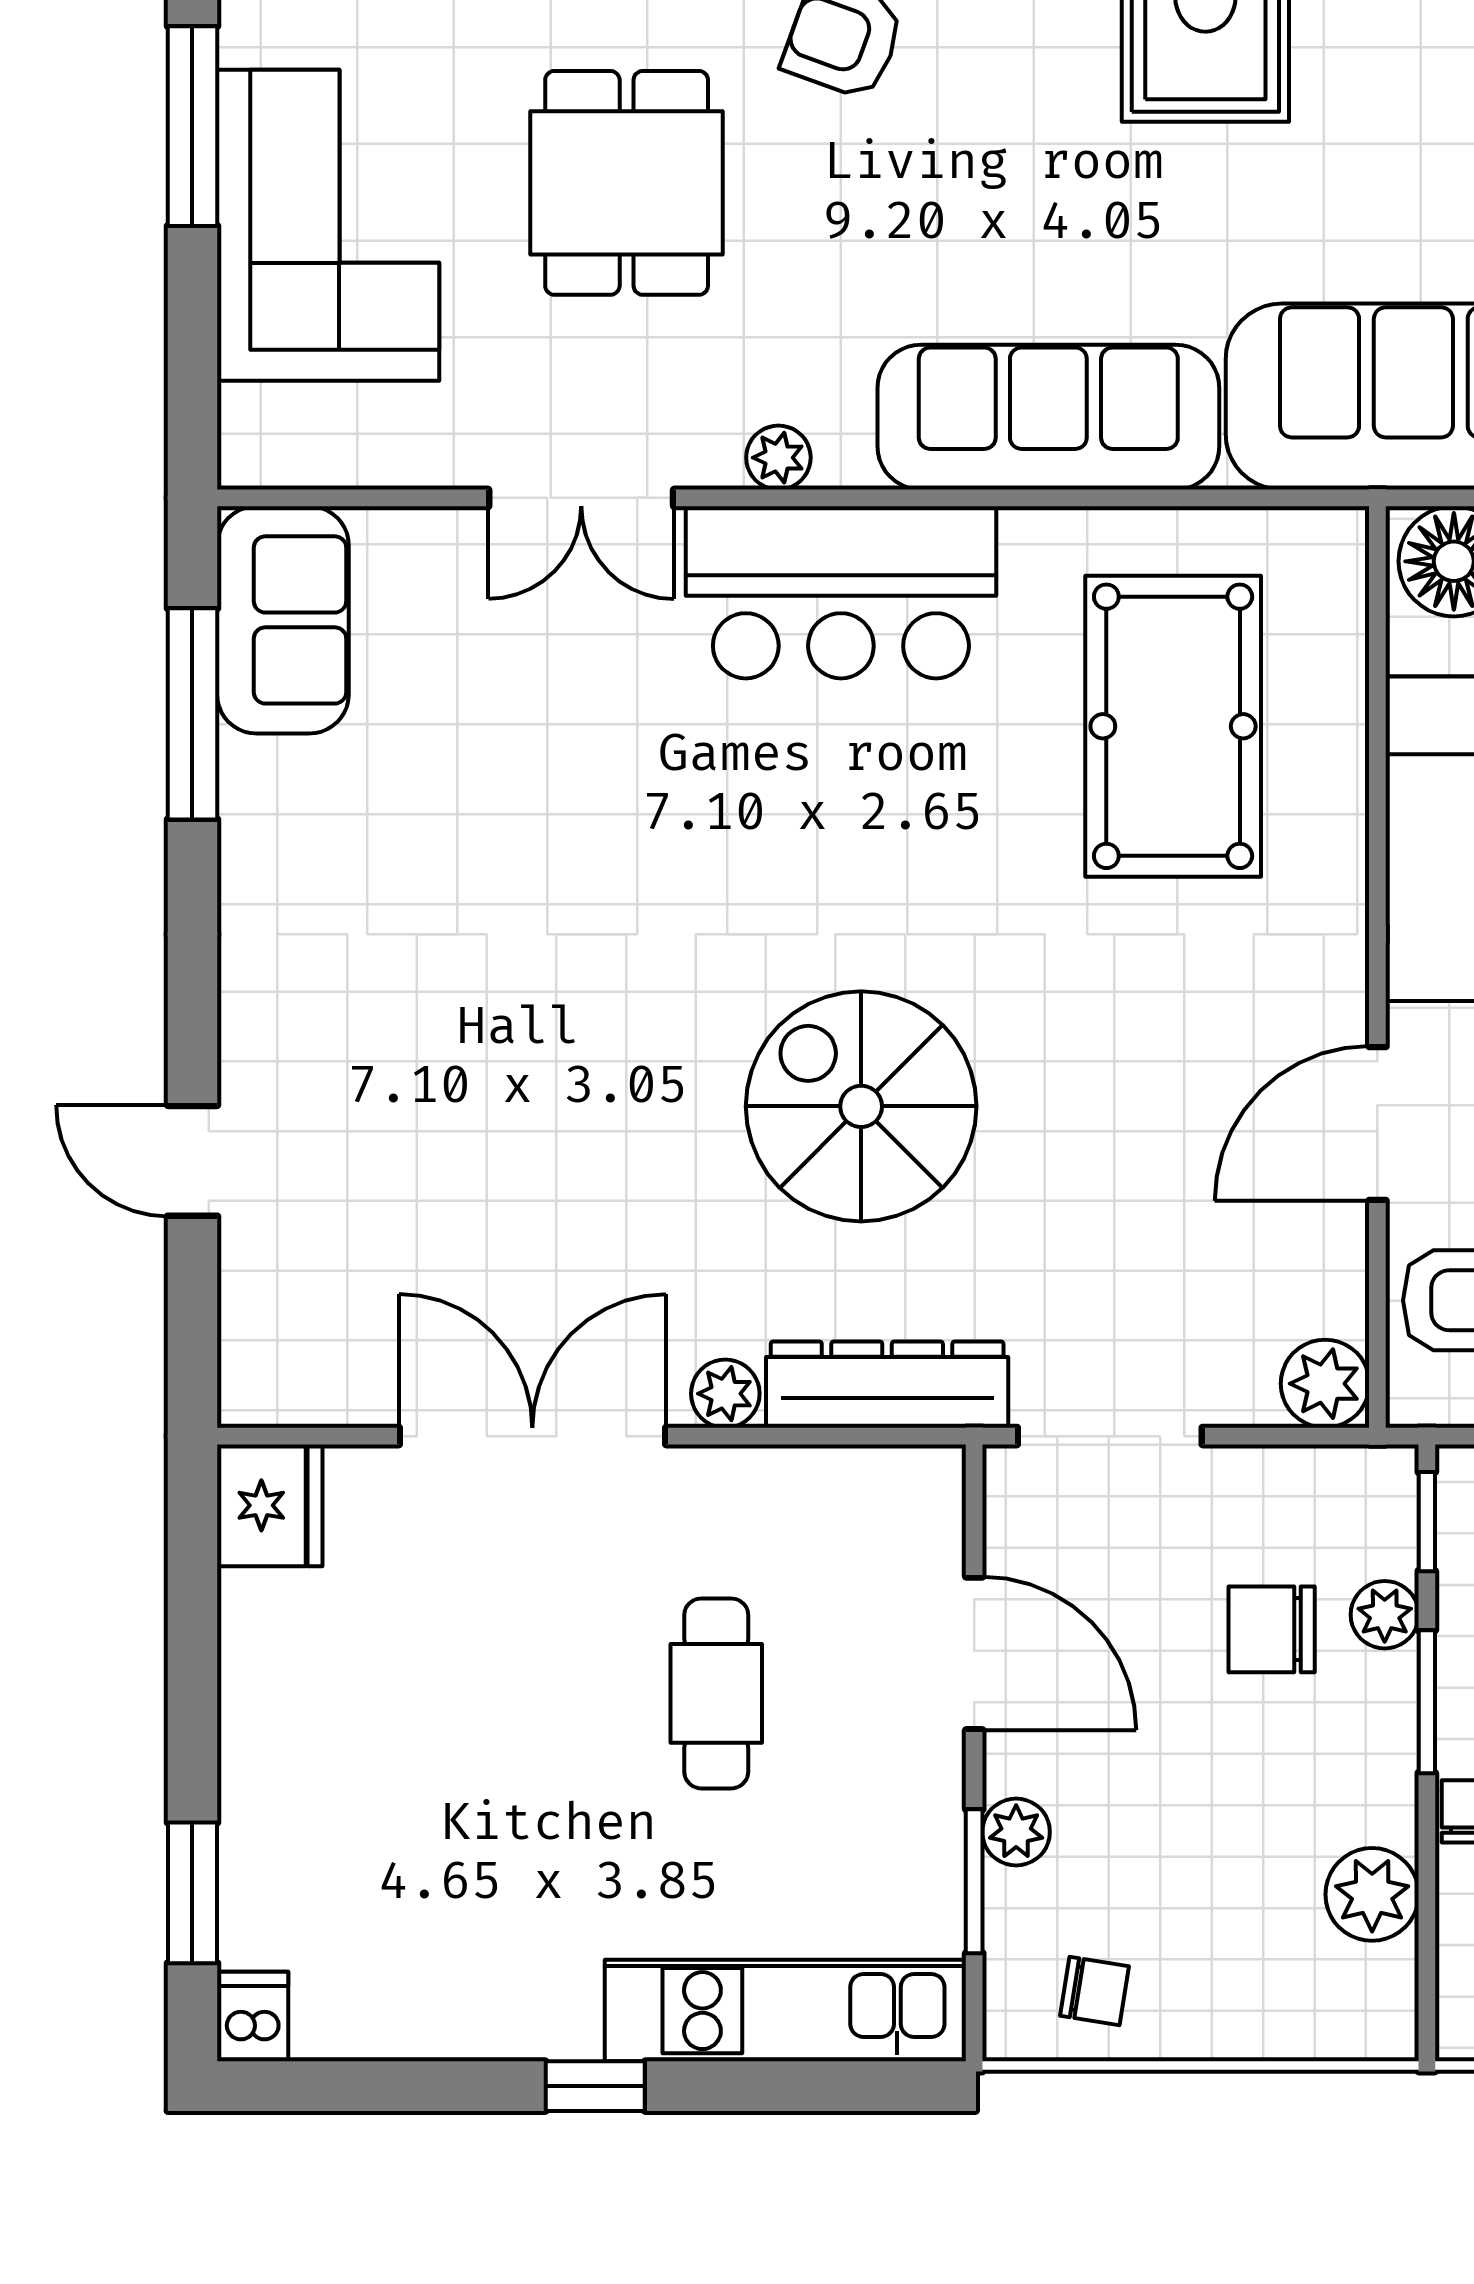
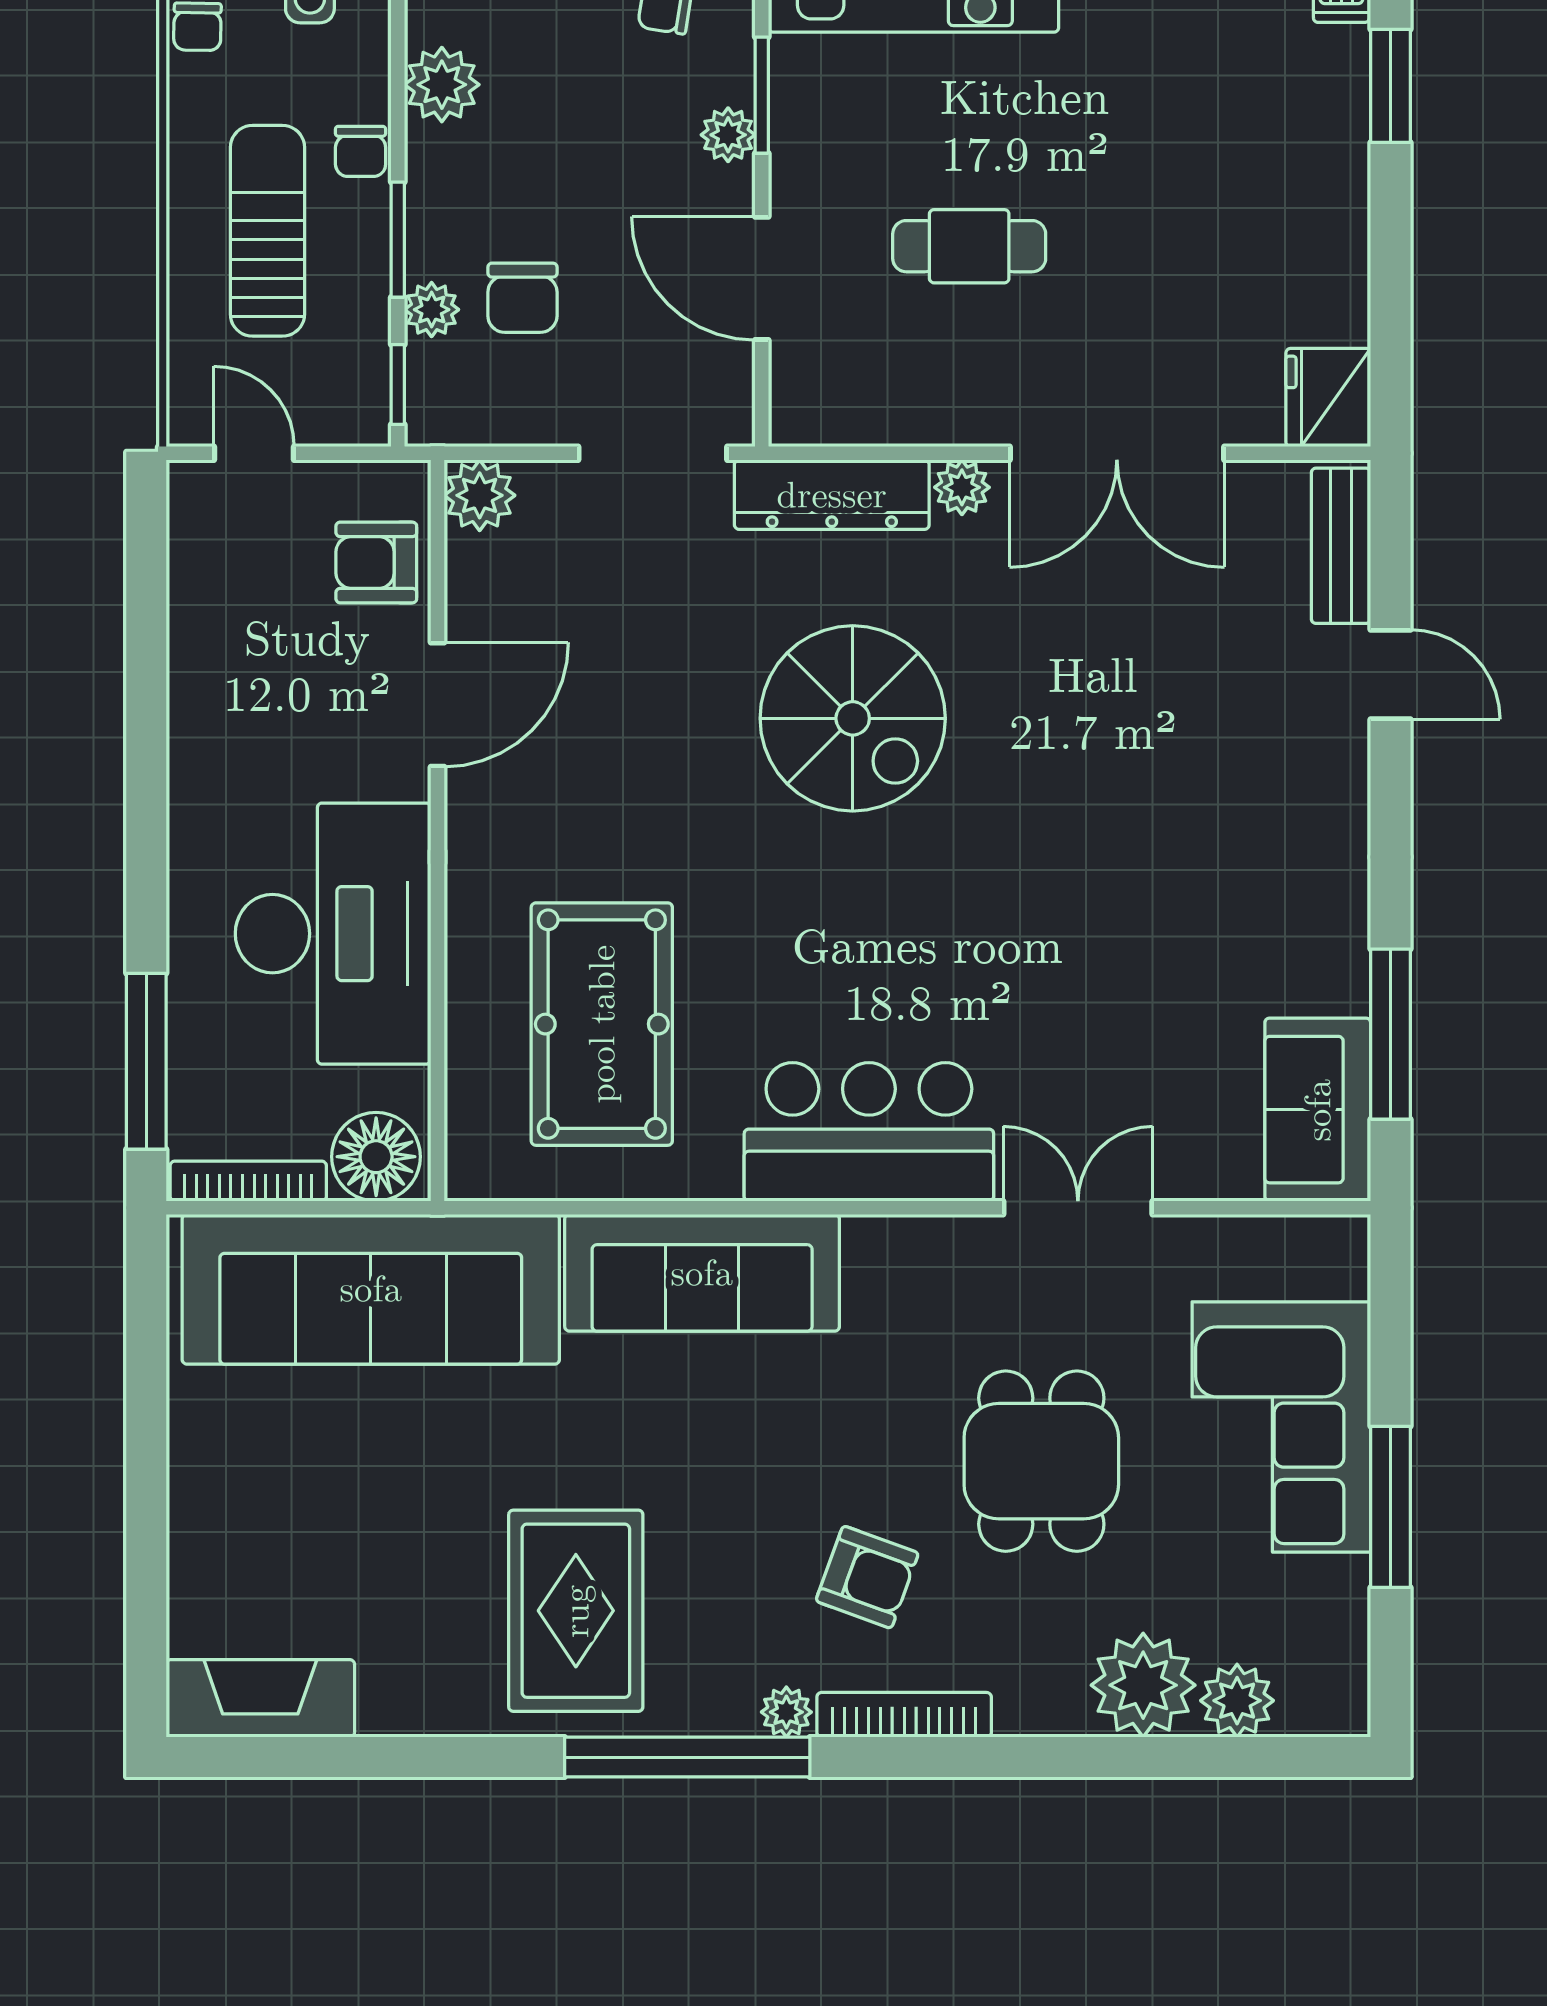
plant: (778, 458) -> (919, 1240), removed
bench: (254, 1321) -> (1341, 546), added
chair: (1272, 1629) -> (522, 298), turned 90
cafe table: (716, 1693) -> (969, 246), turned 90

